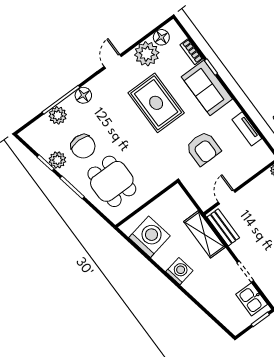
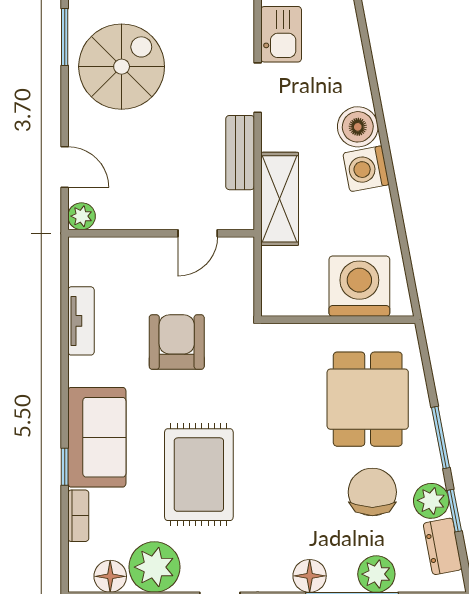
dresser: (40, 145) -> (443, 546), added
bench: (223, 227) -> (240, 153), moved
washing machine: (150, 237) -> (359, 286), moved, turned 101
boiler: (195, 285) -> (358, 127), added

